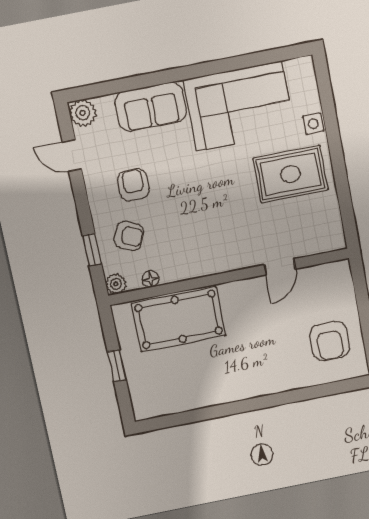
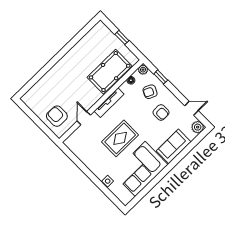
rug: (290, 174) -> (120, 138), moved
tv unit: (216, 265) -> (109, 103), added
armchair: (329, 341) -> (57, 116), moved

